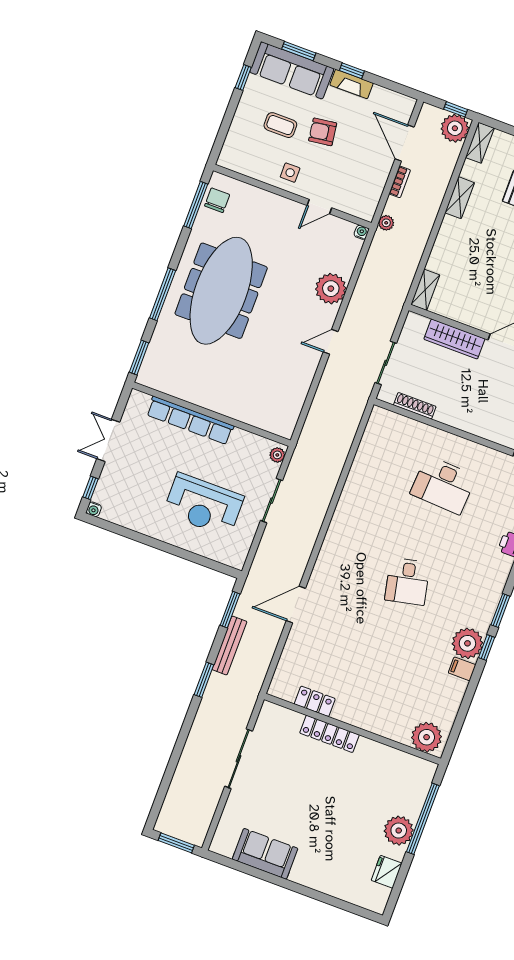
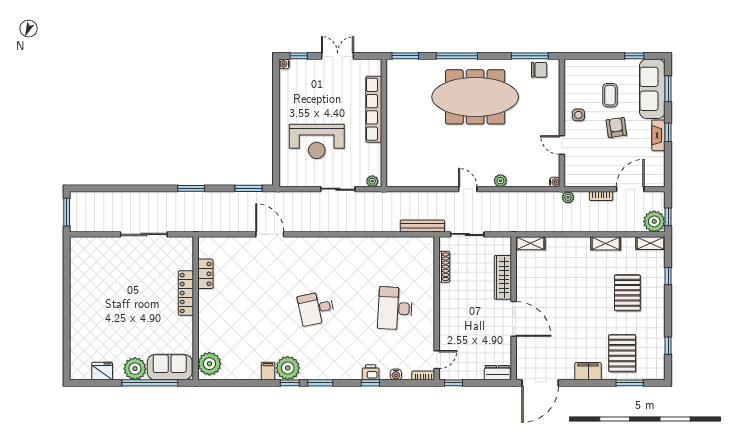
plant: (331, 289) -> (500, 181), width x0.53, depth x0.53
reception desk: (203, 505) -> (317, 141), turned -90
bench: (229, 645) -> (422, 226), moved
sofa: (265, 854) -> (170, 367), moved, turned -90

